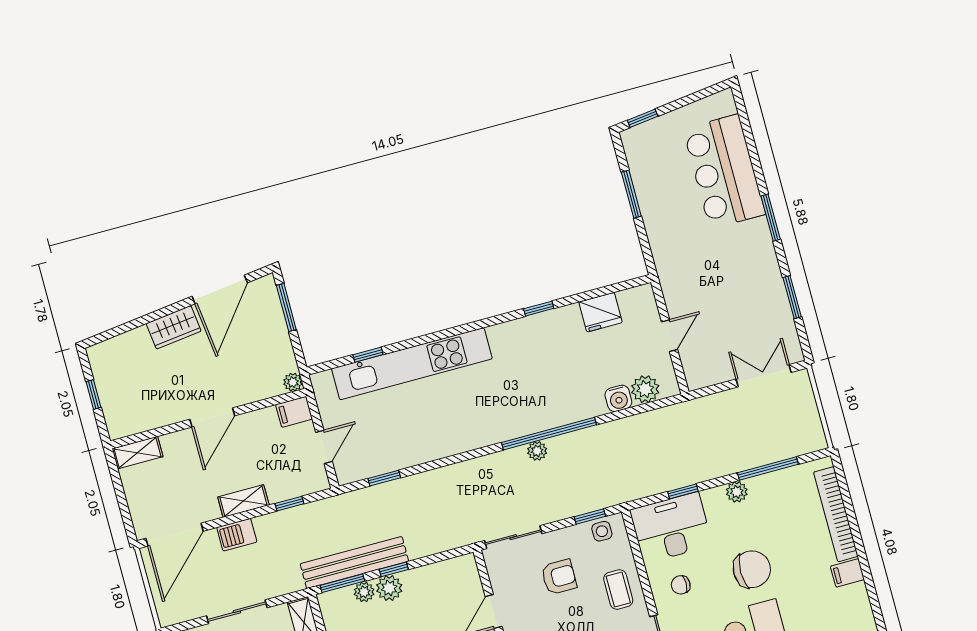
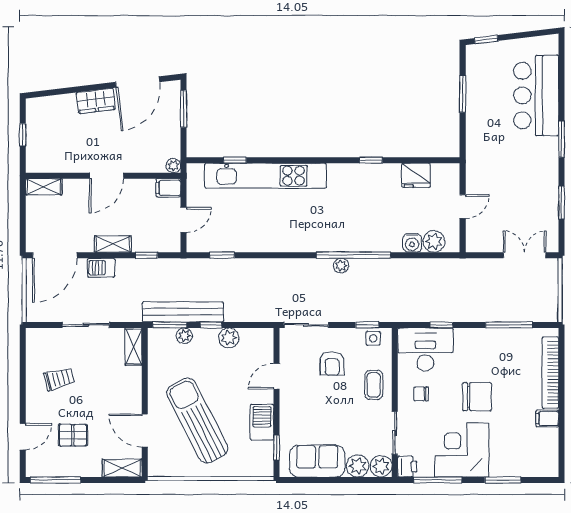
plant: (737, 492) -> (481, 336), removed
armchair: (559, 577) -> (332, 364), turned 90
plant: (389, 588) -> (229, 338), moved

